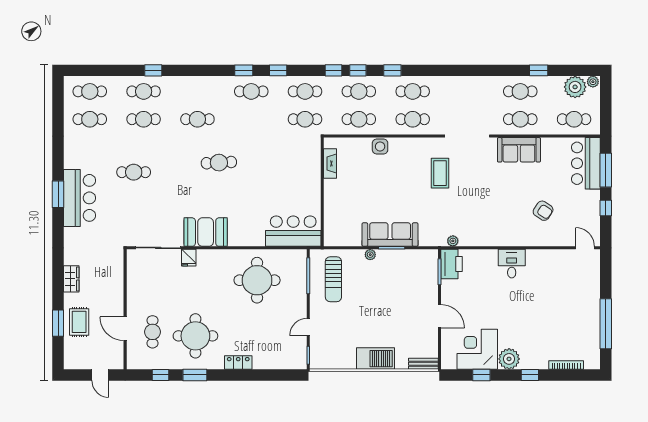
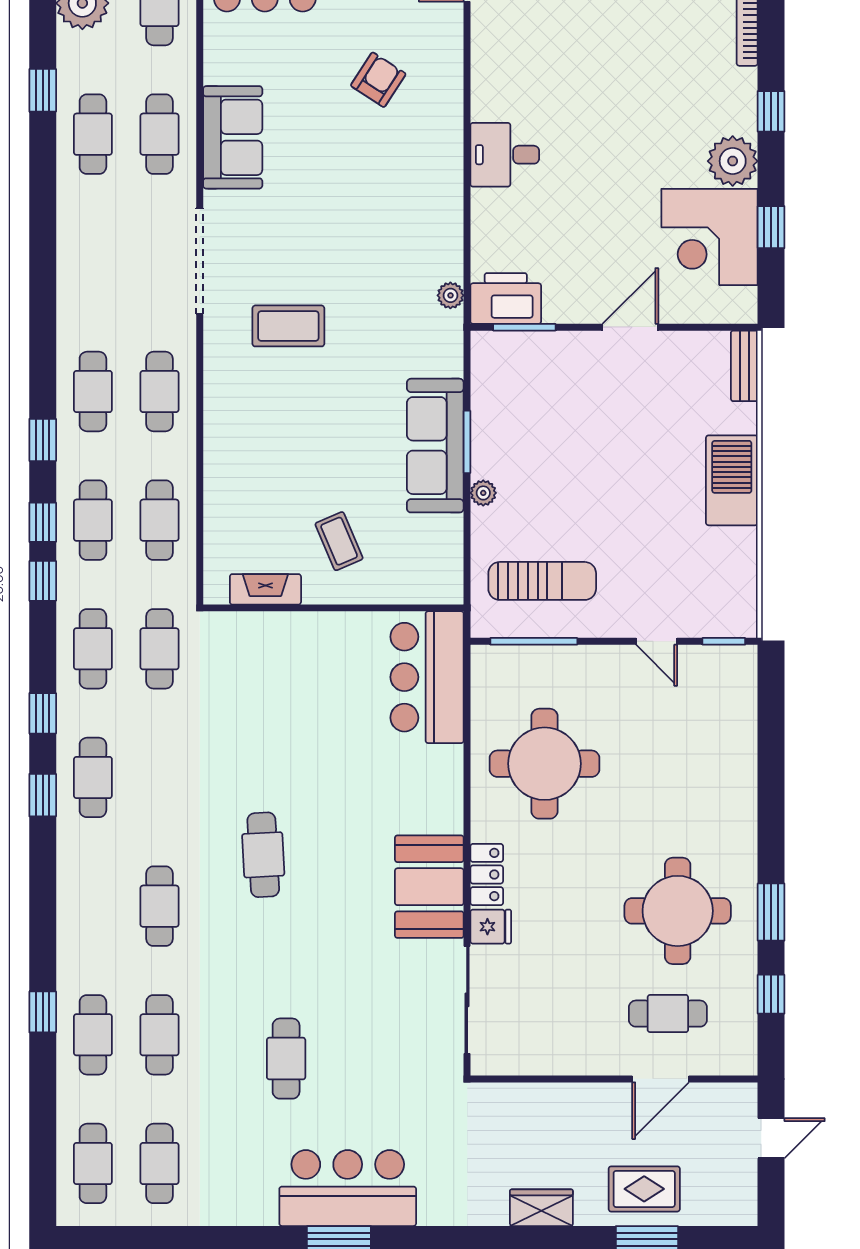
side table: (380, 146) -> (225, 469), removed
coffee table: (350, 194) -> (339, 541), added
locker: (238, 363) -> (487, 875), moved, turned 180

